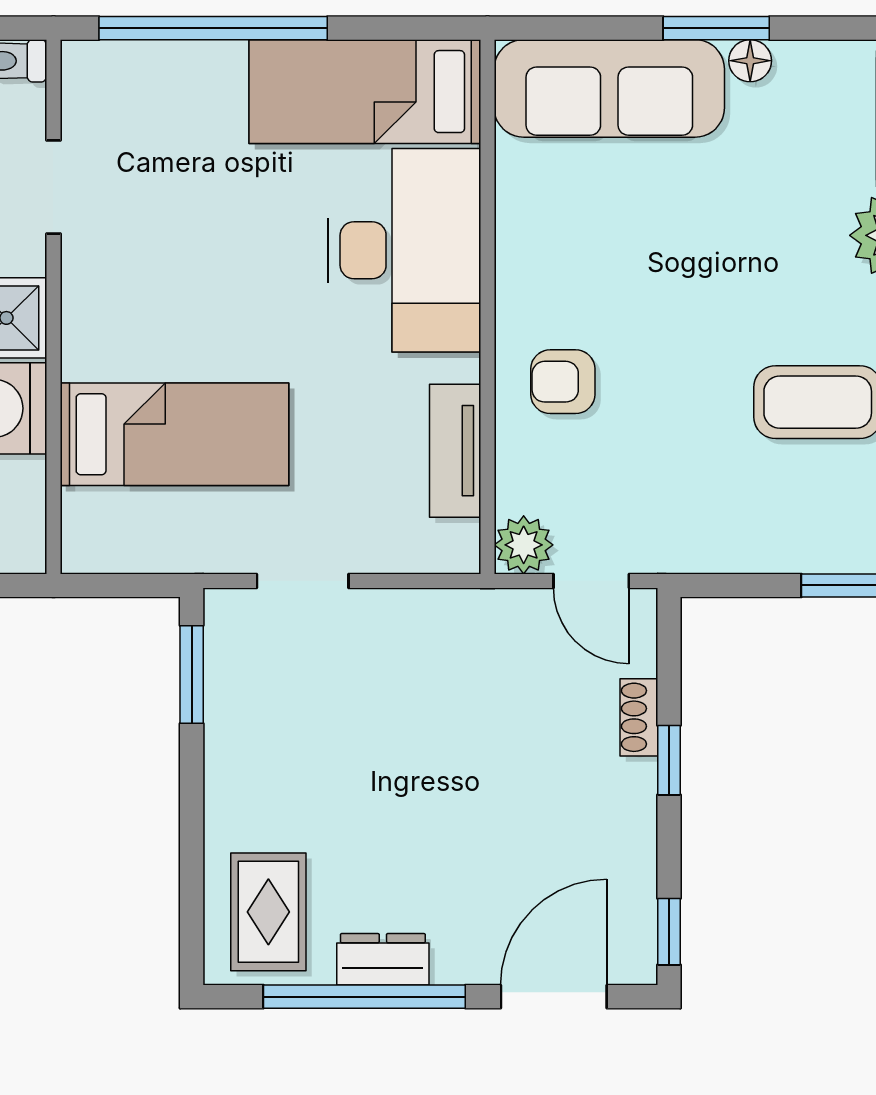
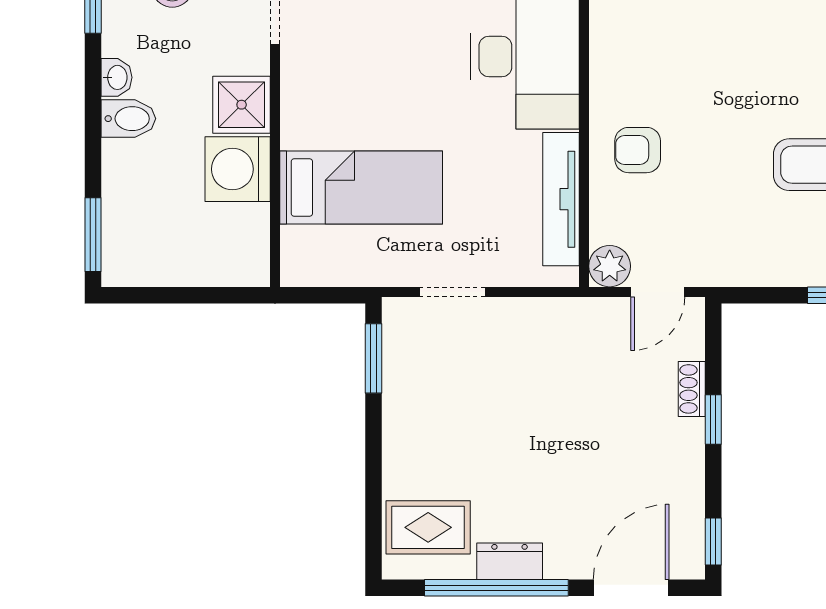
tv unit: (455, 451) -> (561, 199), width x1.41
door: (591, 581) -> (658, 292), hinge flipped
rug: (268, 912) -> (428, 527), turned 90

